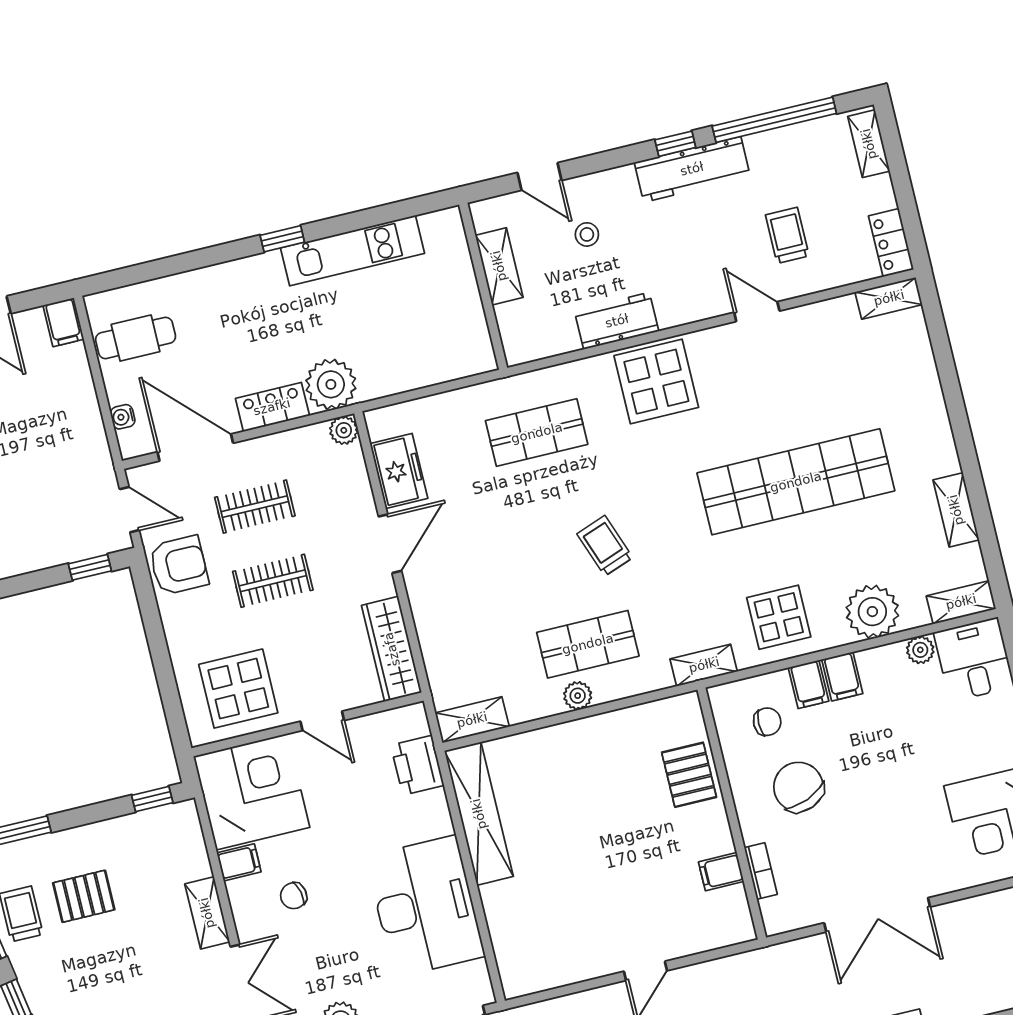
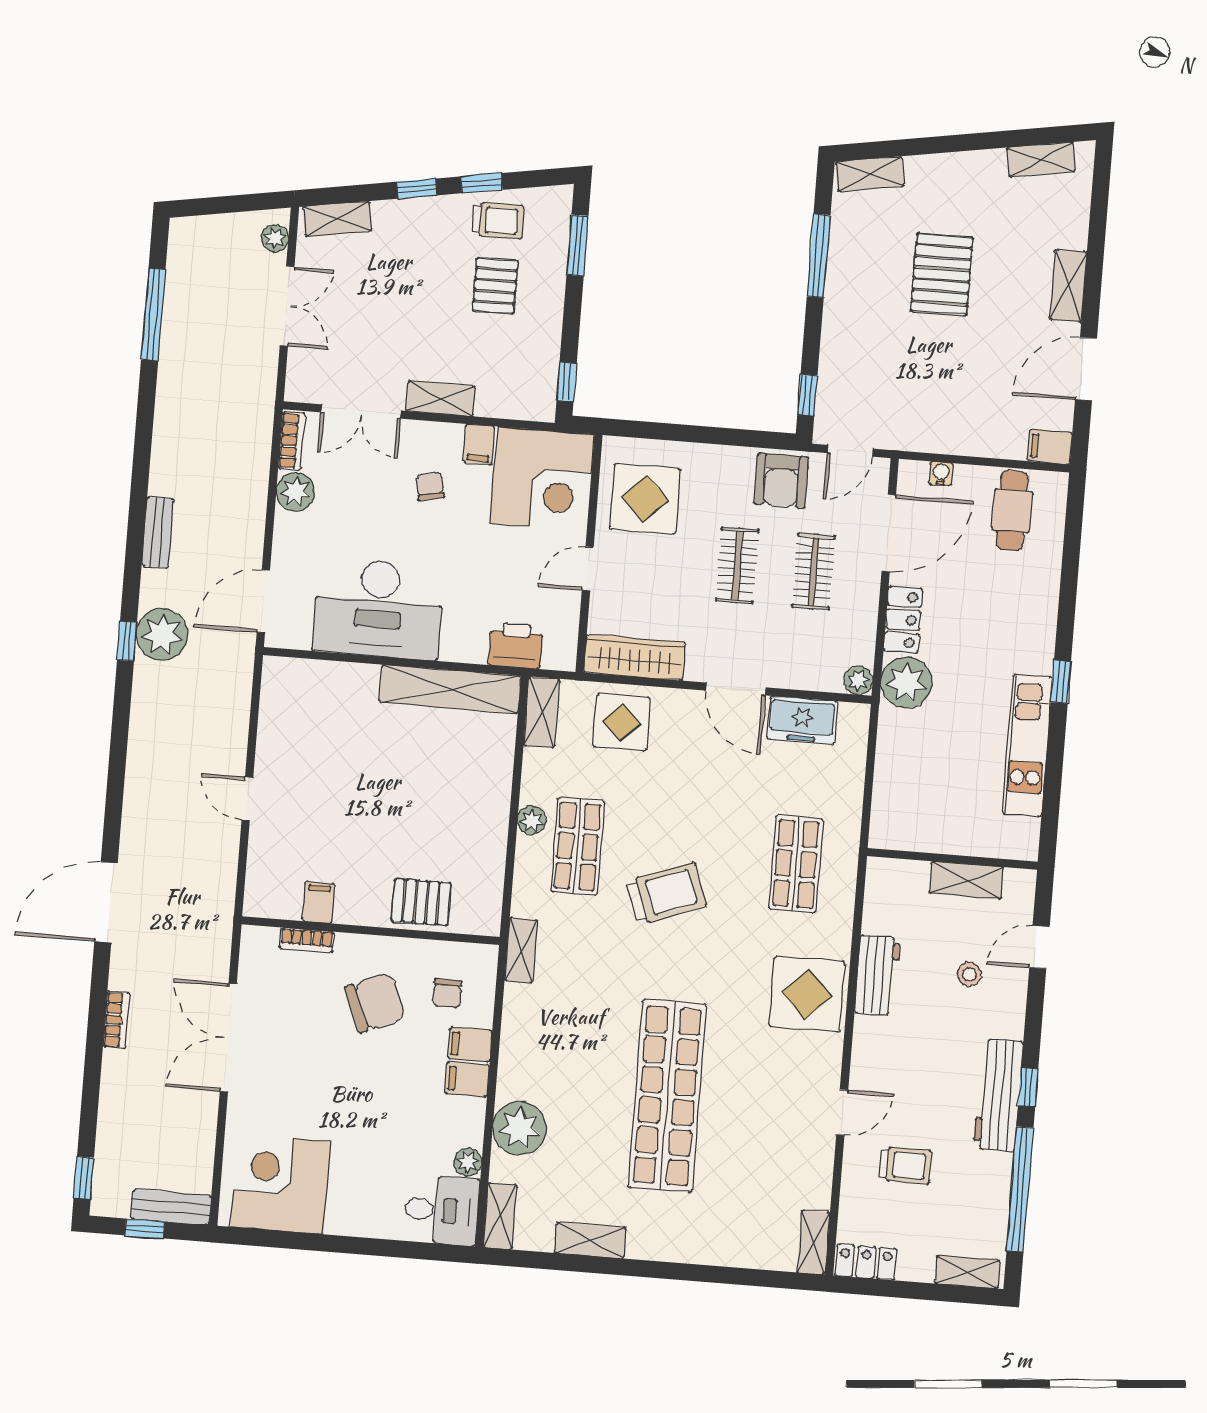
trolley: (605, 546) -> (666, 894), width x1.36, depth x1.39
display table: (779, 617) -> (621, 722), moved

